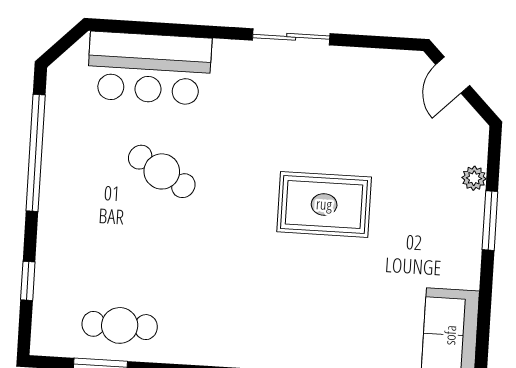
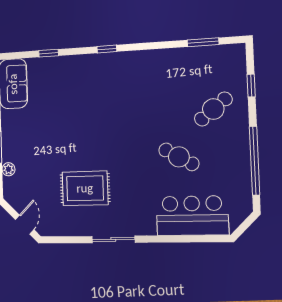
rug: (324, 204) -> (85, 188), moved
cafe table: (120, 325) -> (213, 109), moved, turned -39

